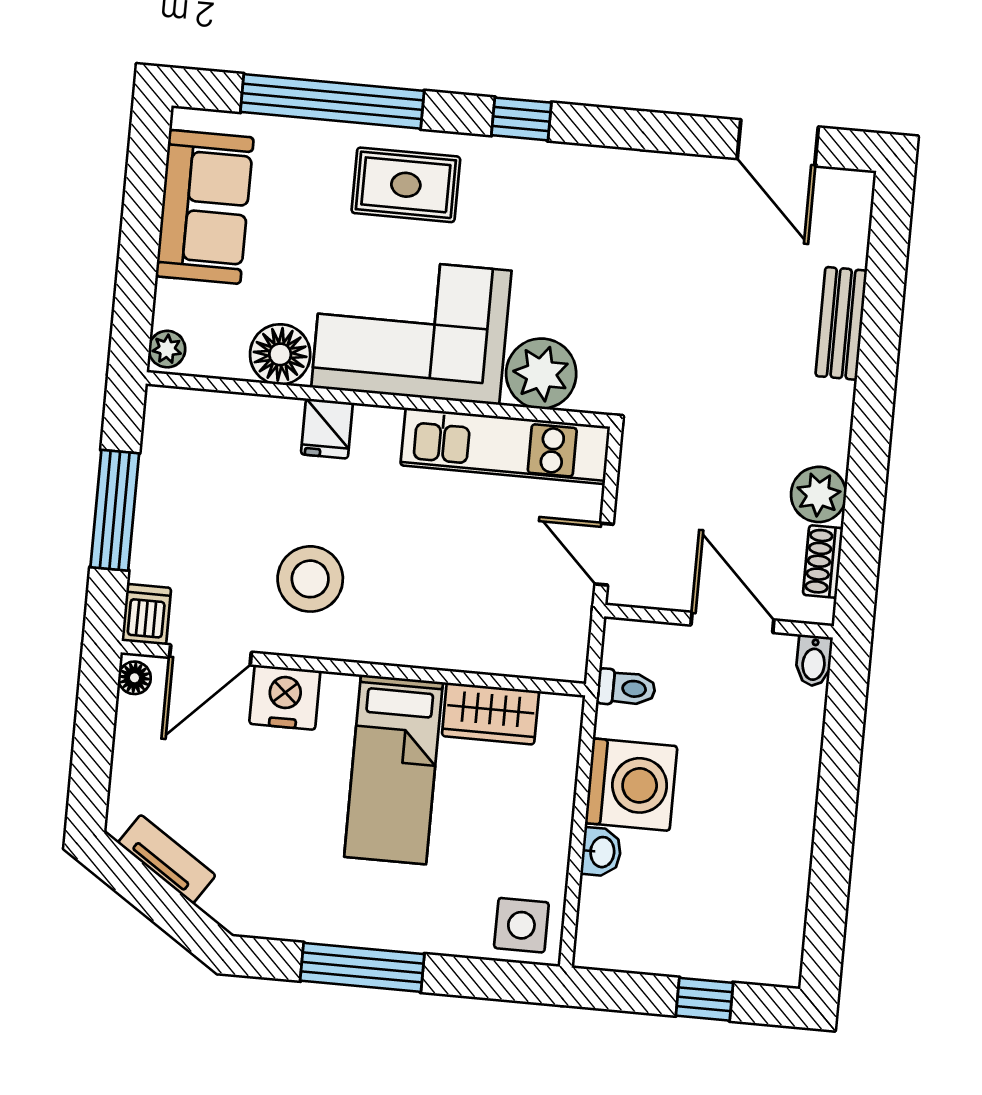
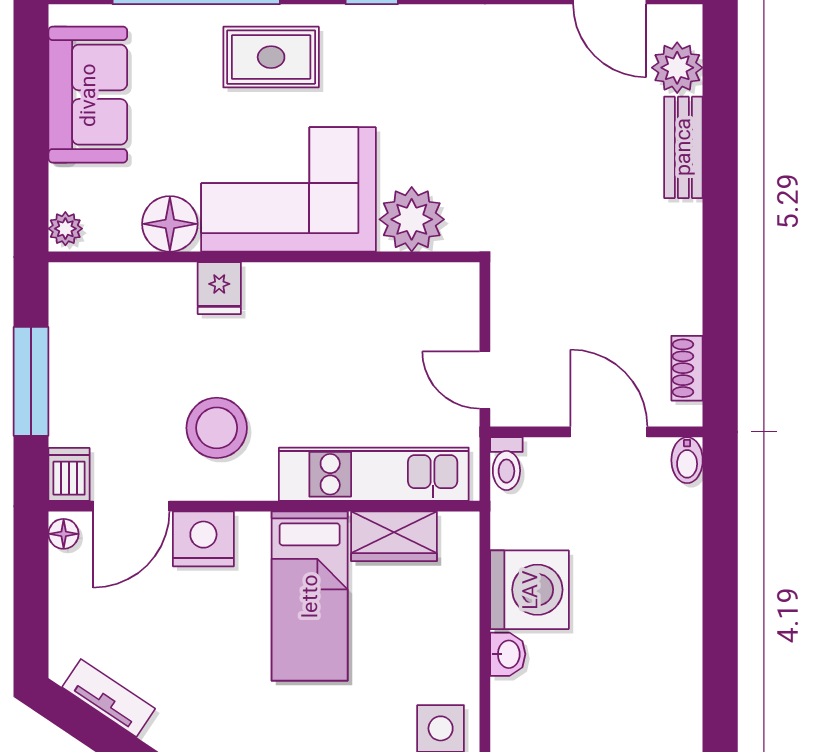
kitchen unit: (505, 446) -> (374, 474), moved, turned 180
plant: (819, 494) -> (677, 68), moved
toilet: (626, 688) -> (506, 464), moved, turned 90

